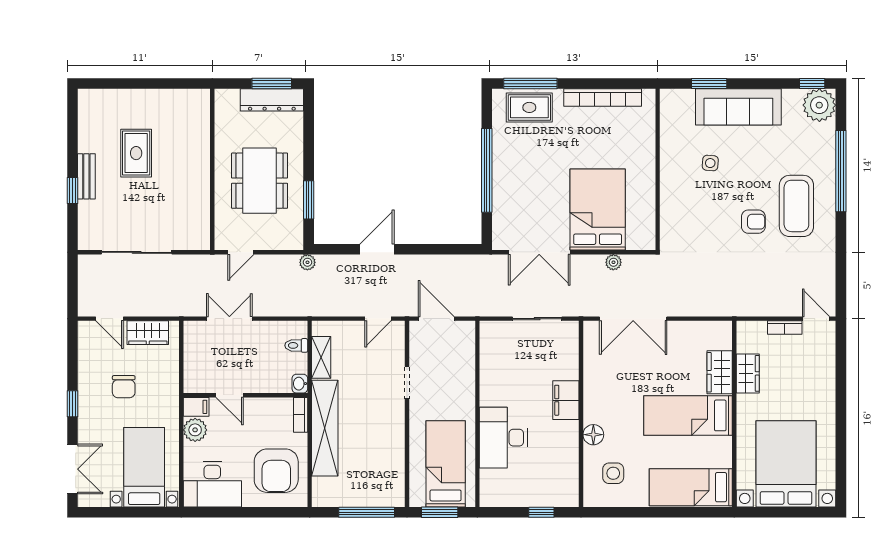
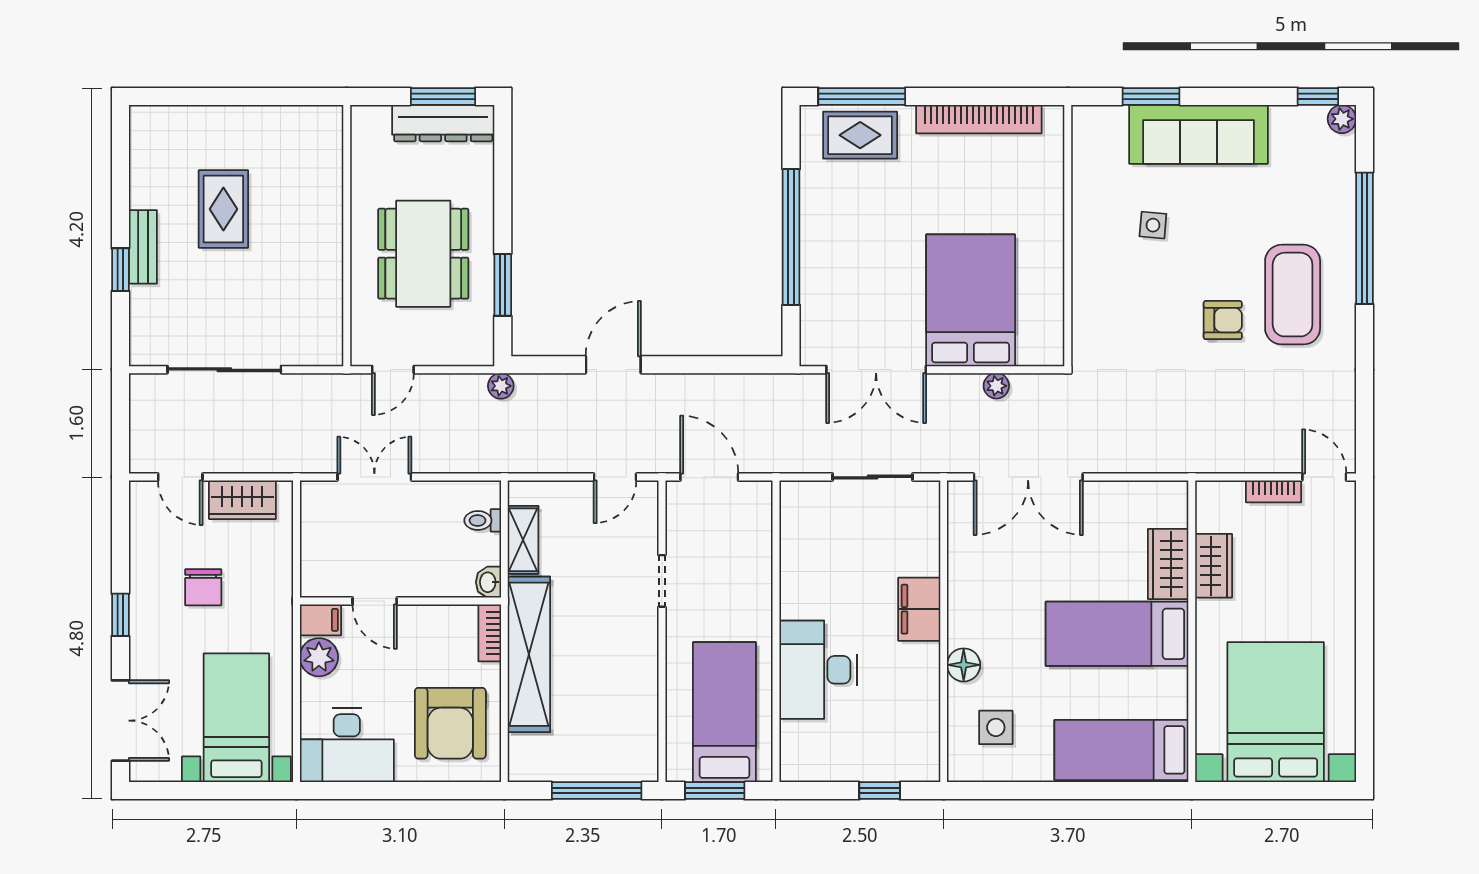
plant: (819, 105) -> (1342, 119), width x0.53, depth x0.53

